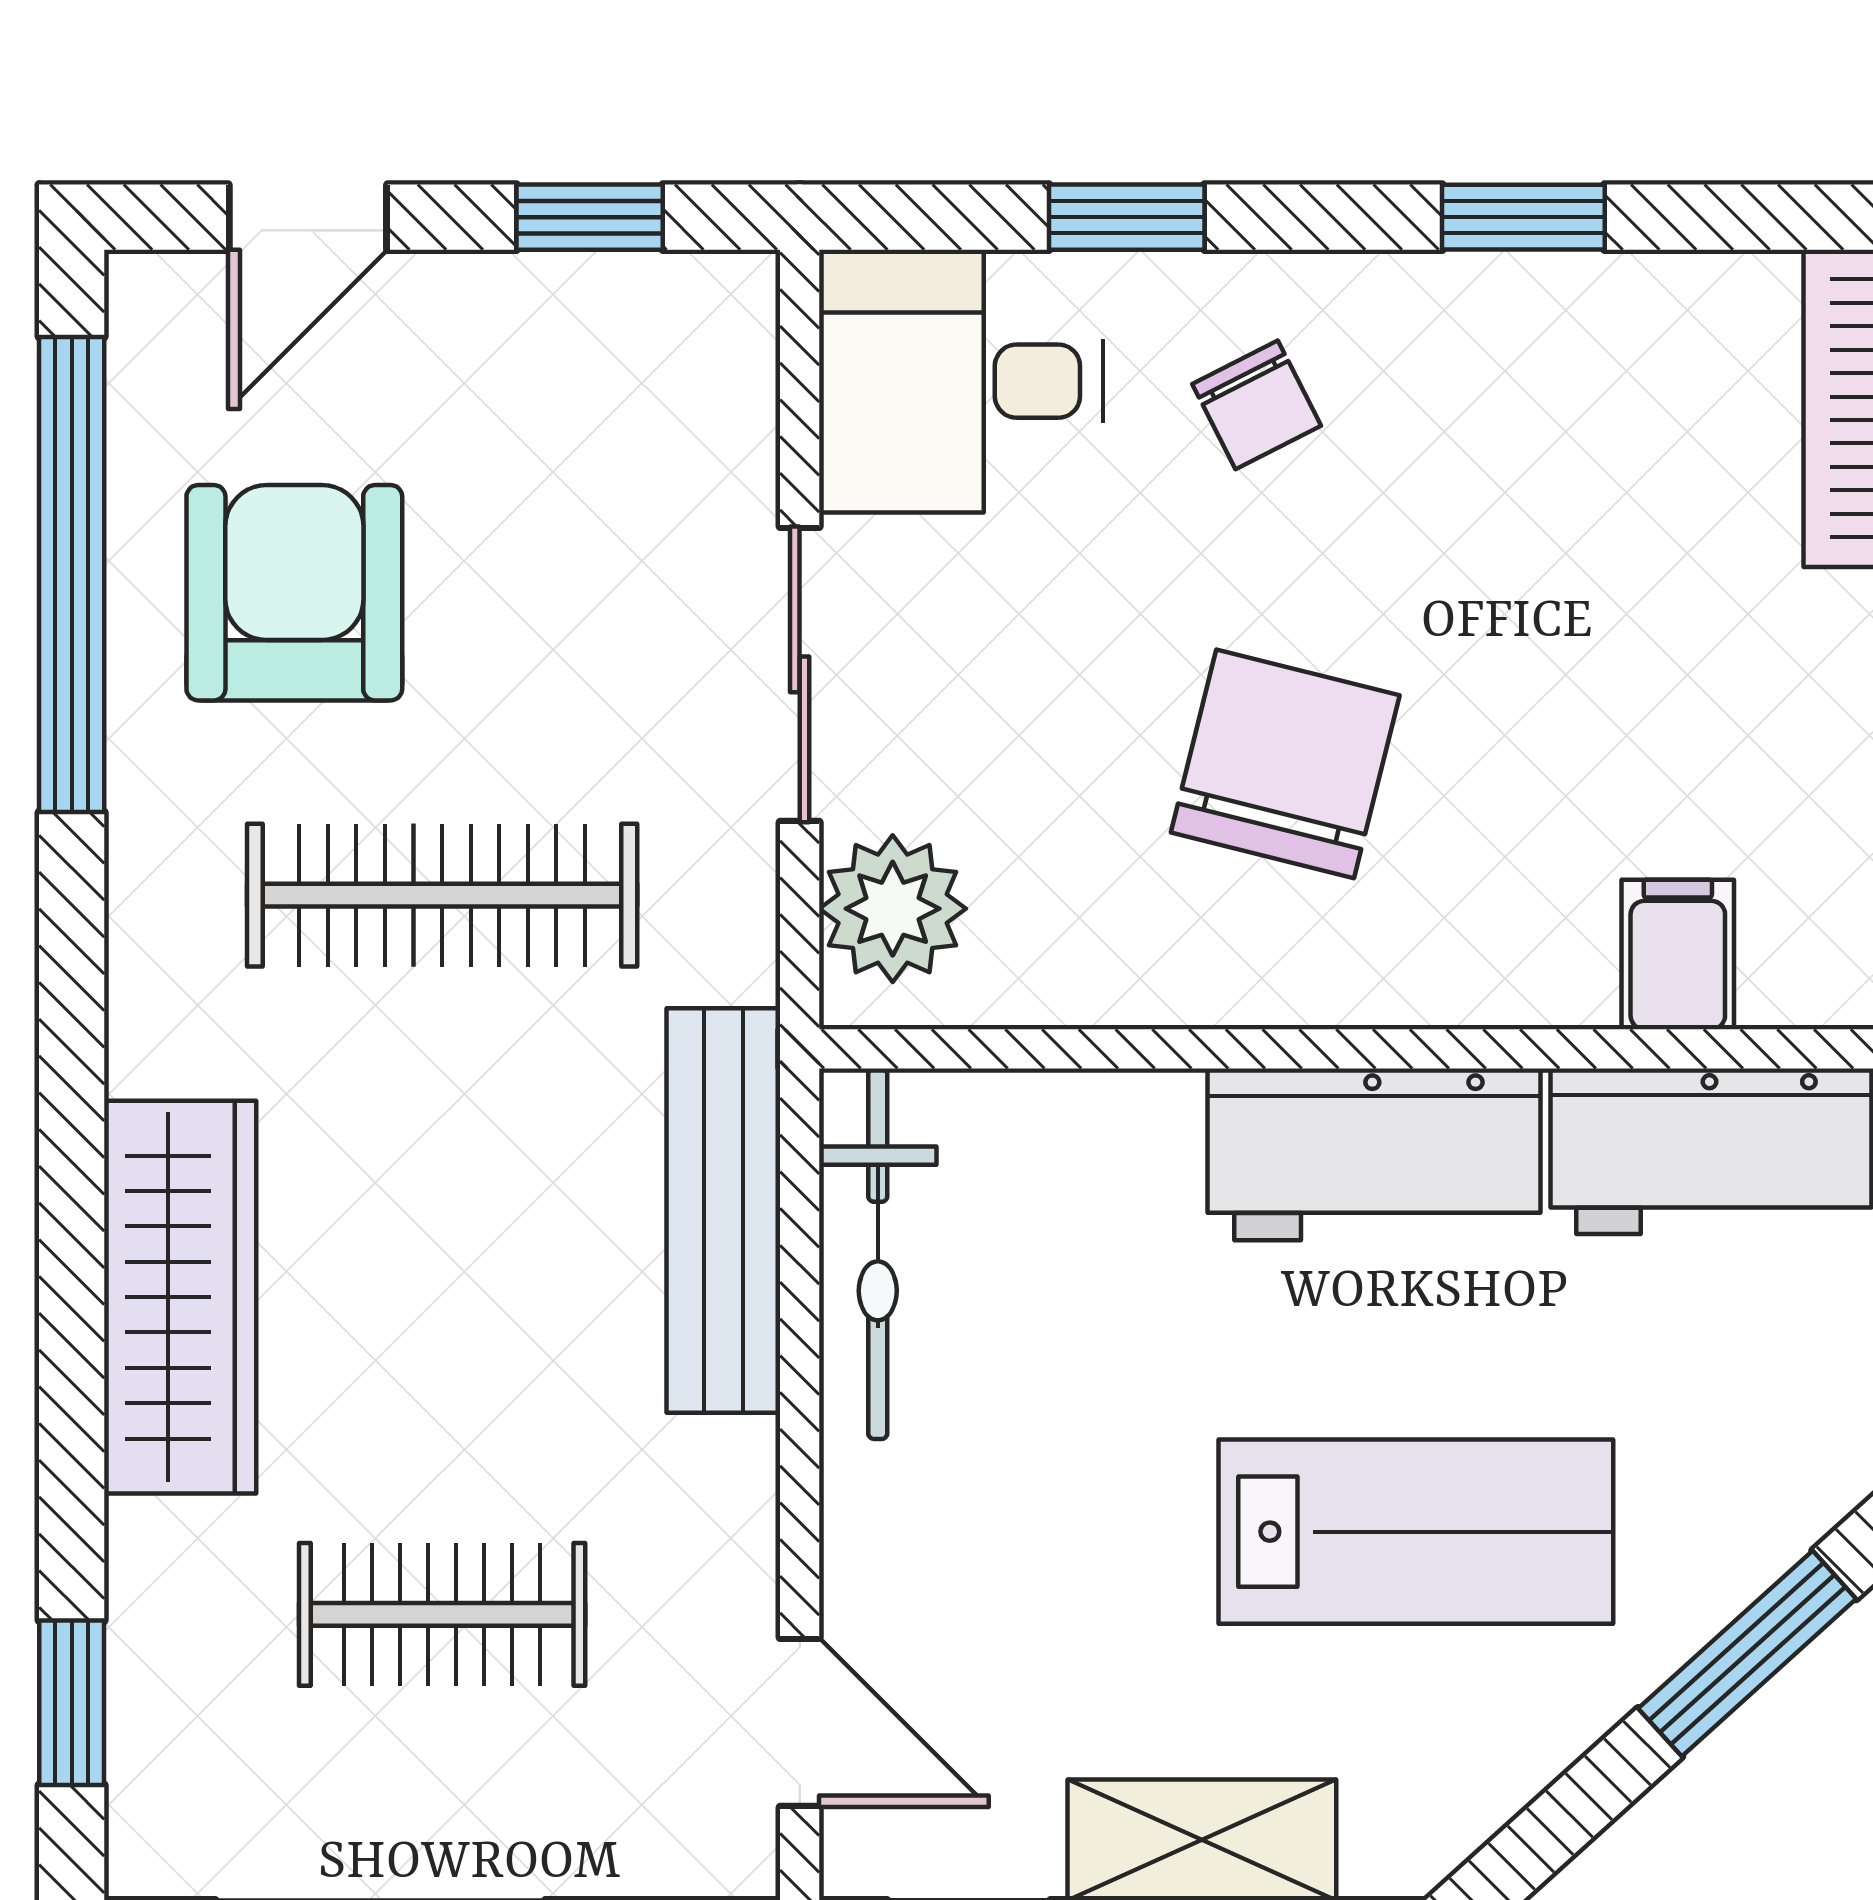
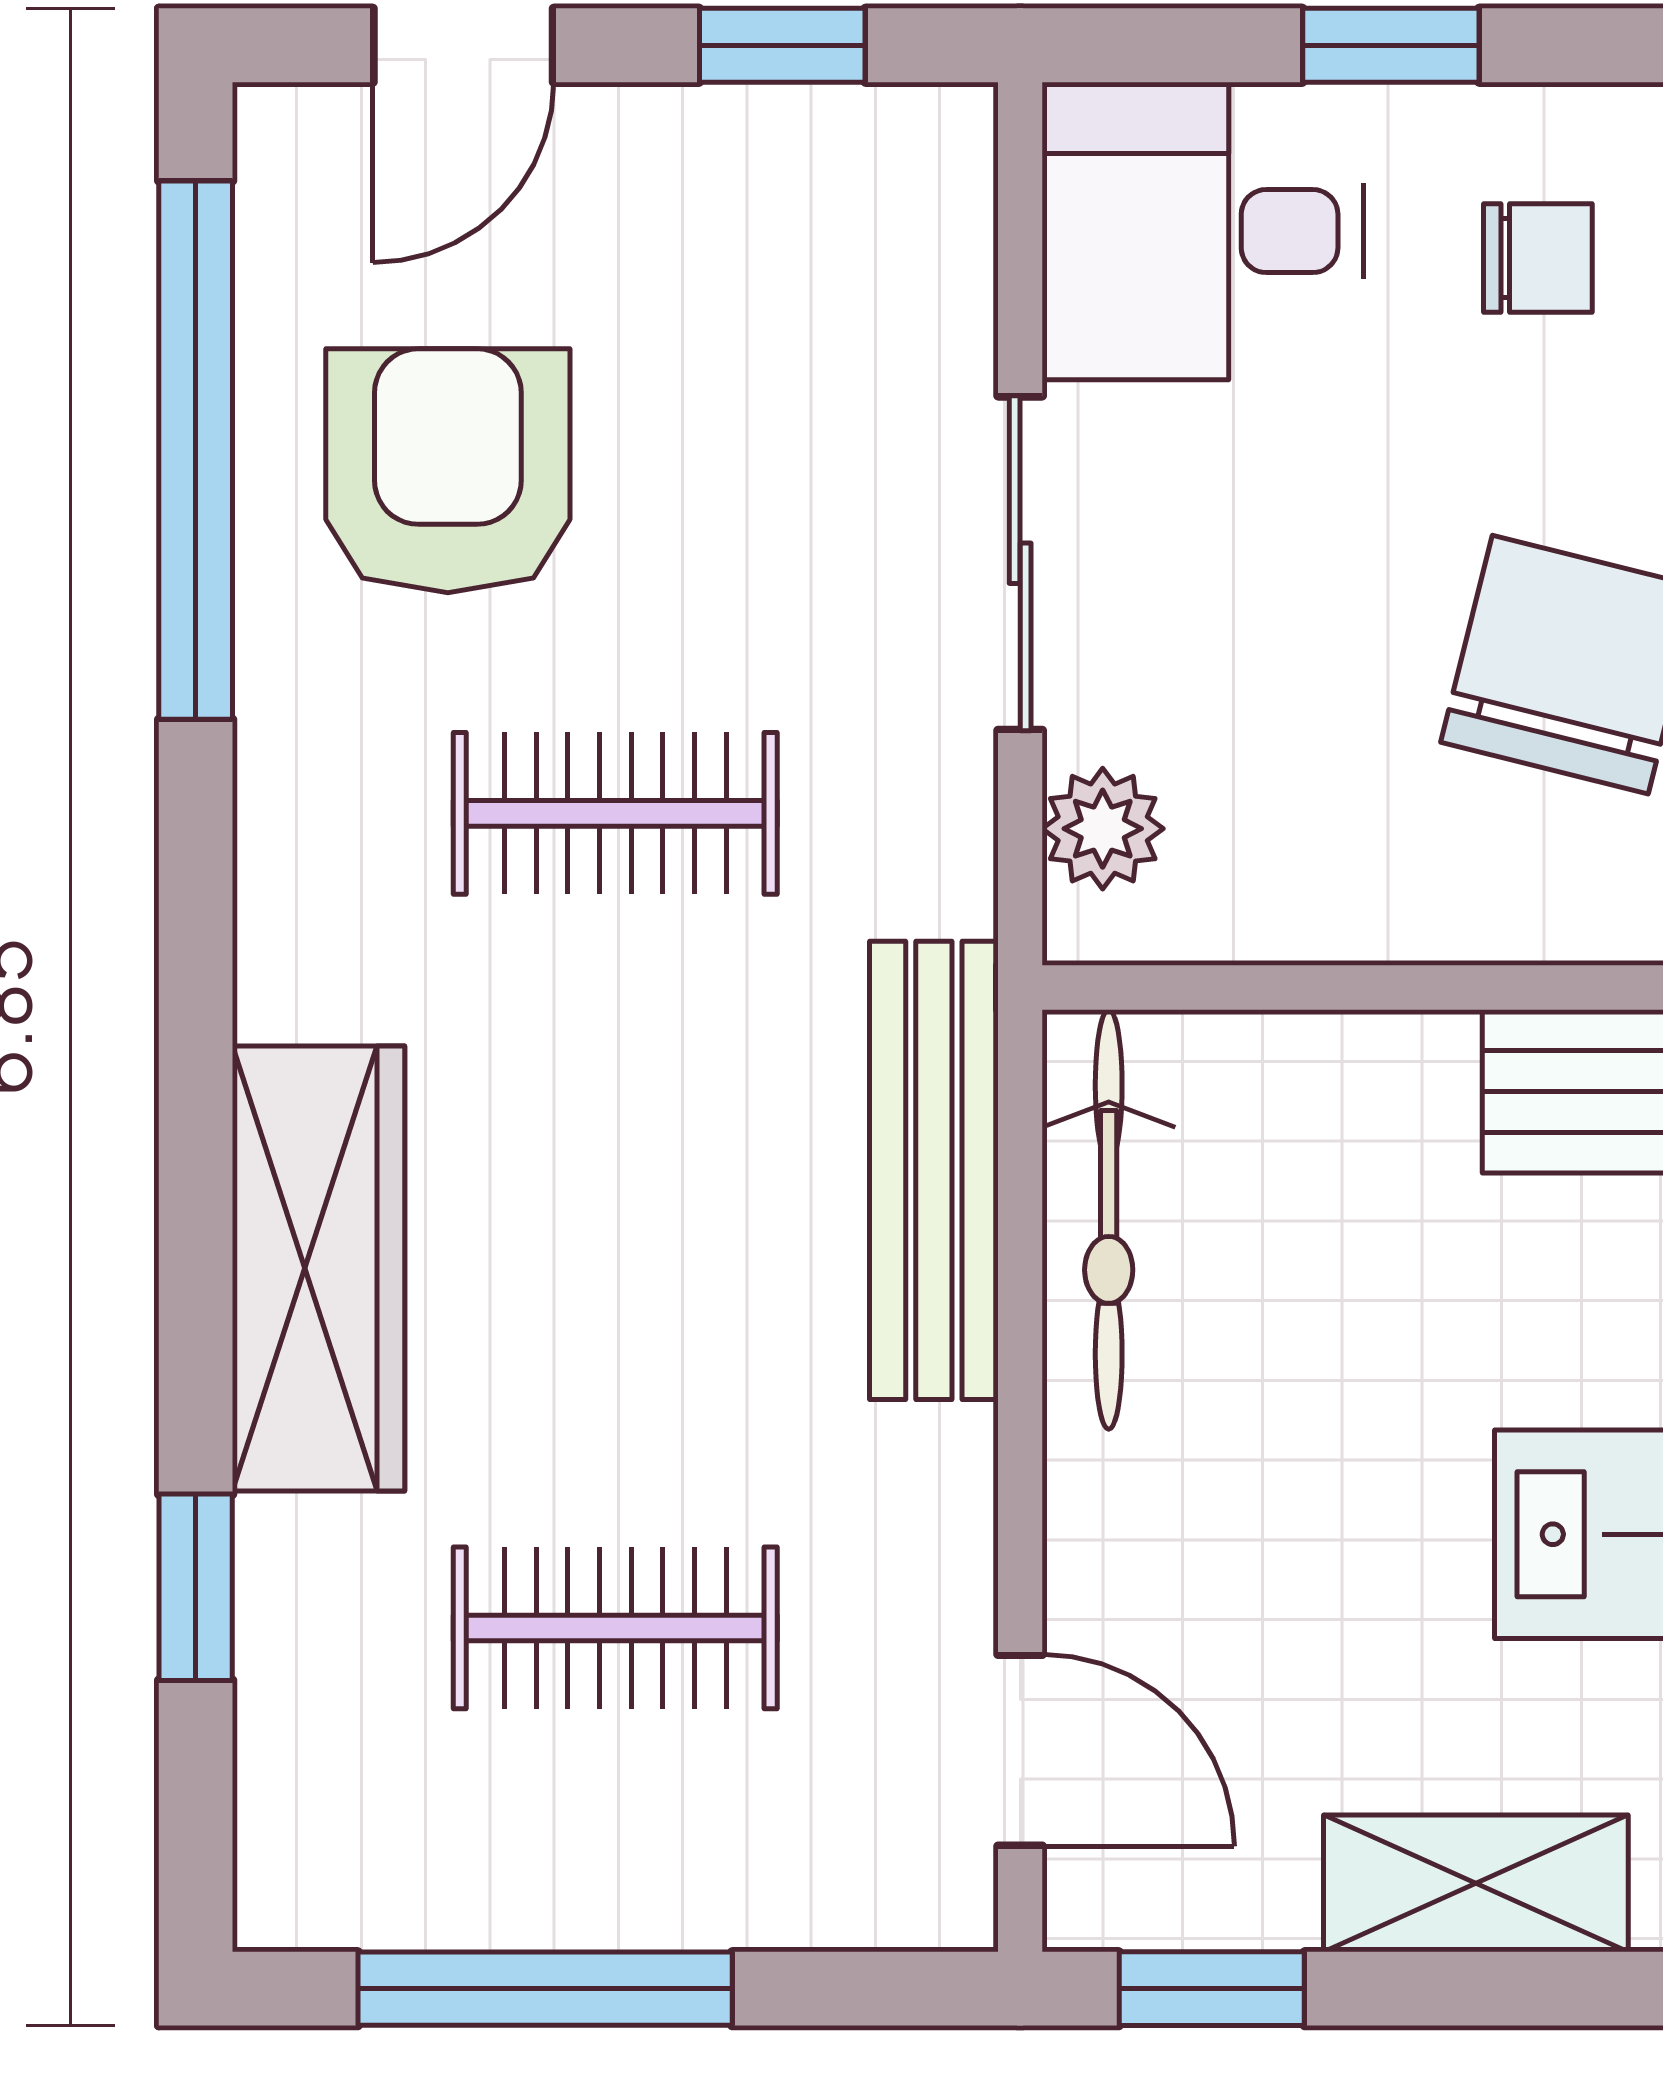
chair: (1257, 405) -> (1538, 258), turned -63
clothes rail: (442, 895) -> (615, 813), width x0.73
plant: (893, 909) -> (1103, 829), width x0.73, depth x0.73
window: (72, 1703) -> (196, 1587), moved

